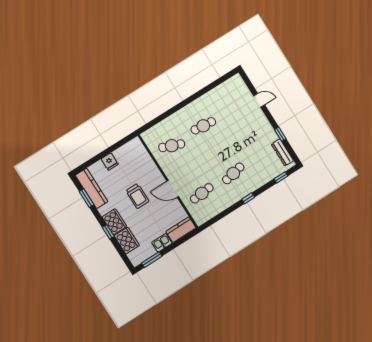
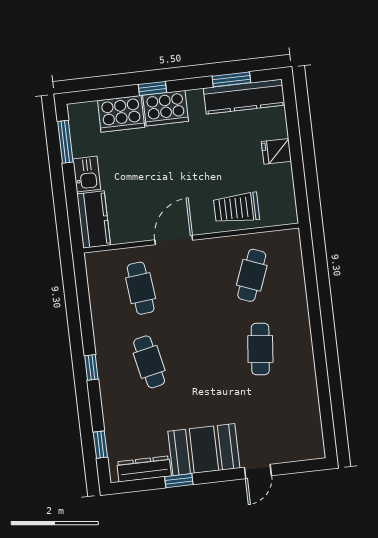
booth: (261, 130) -> (204, 450), added
trolley: (137, 196) -> (236, 208), moved

